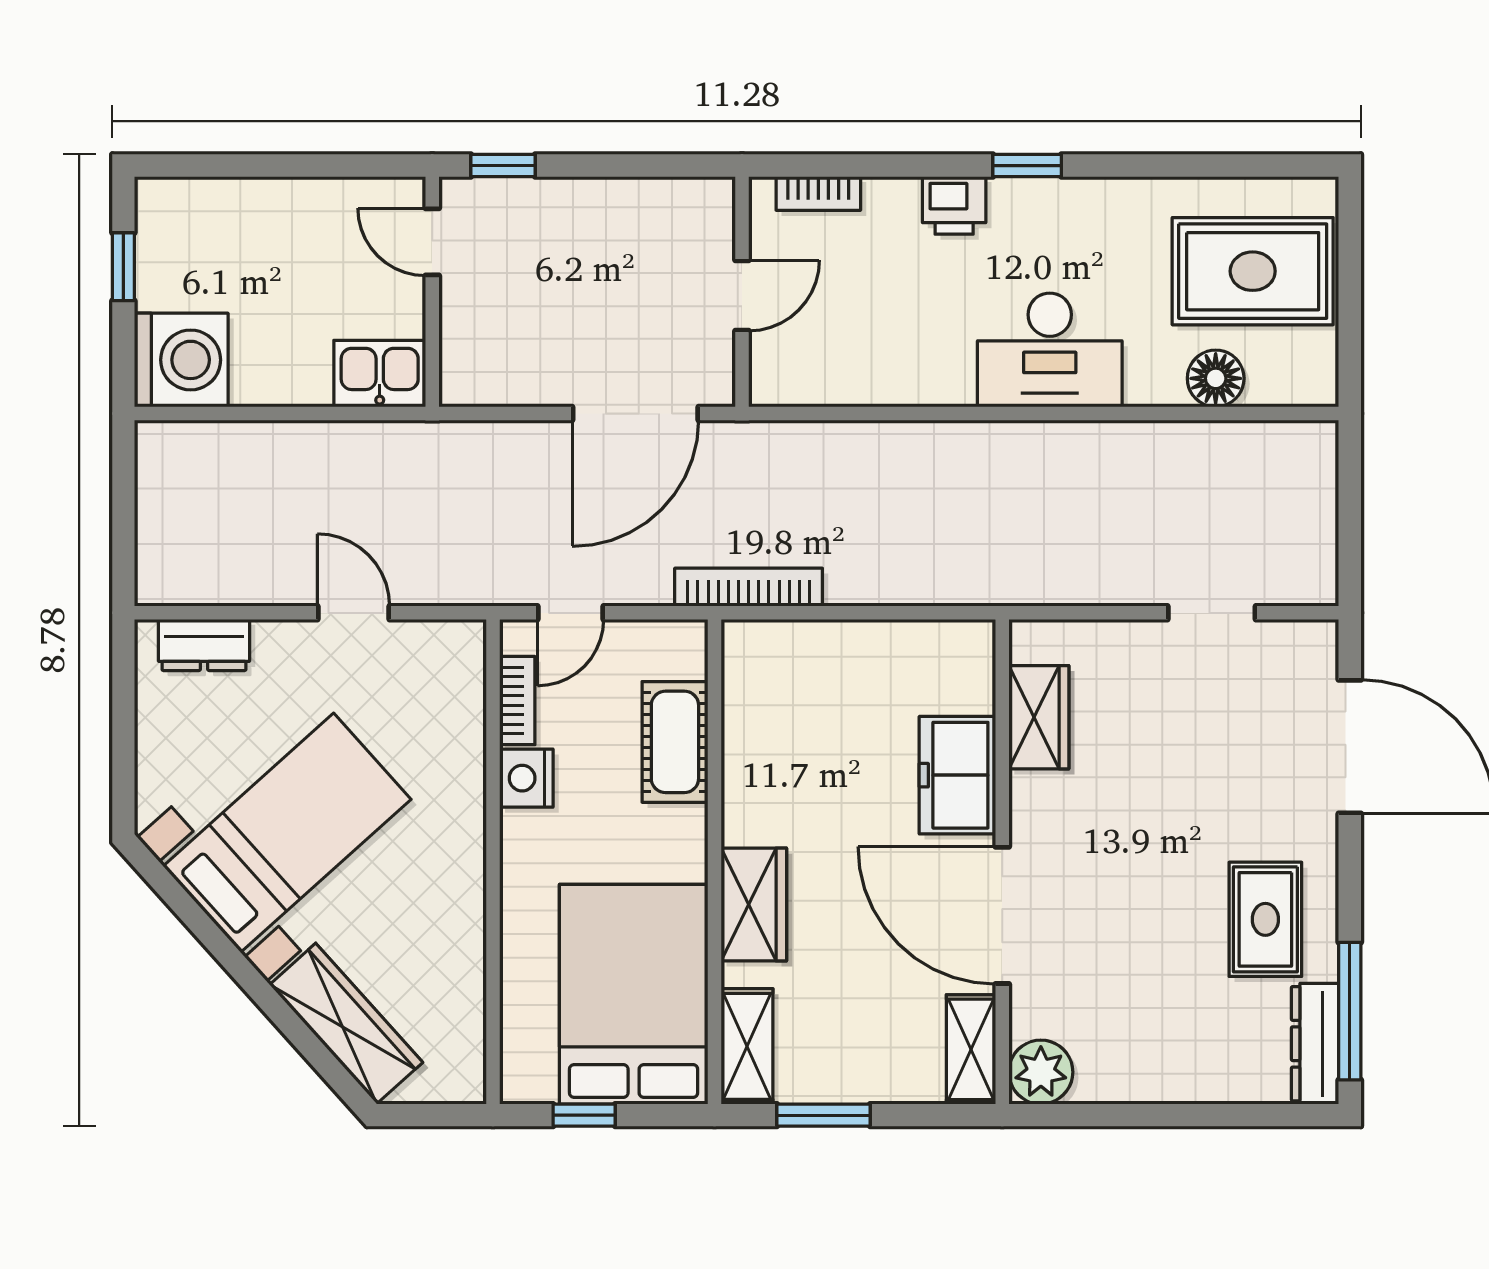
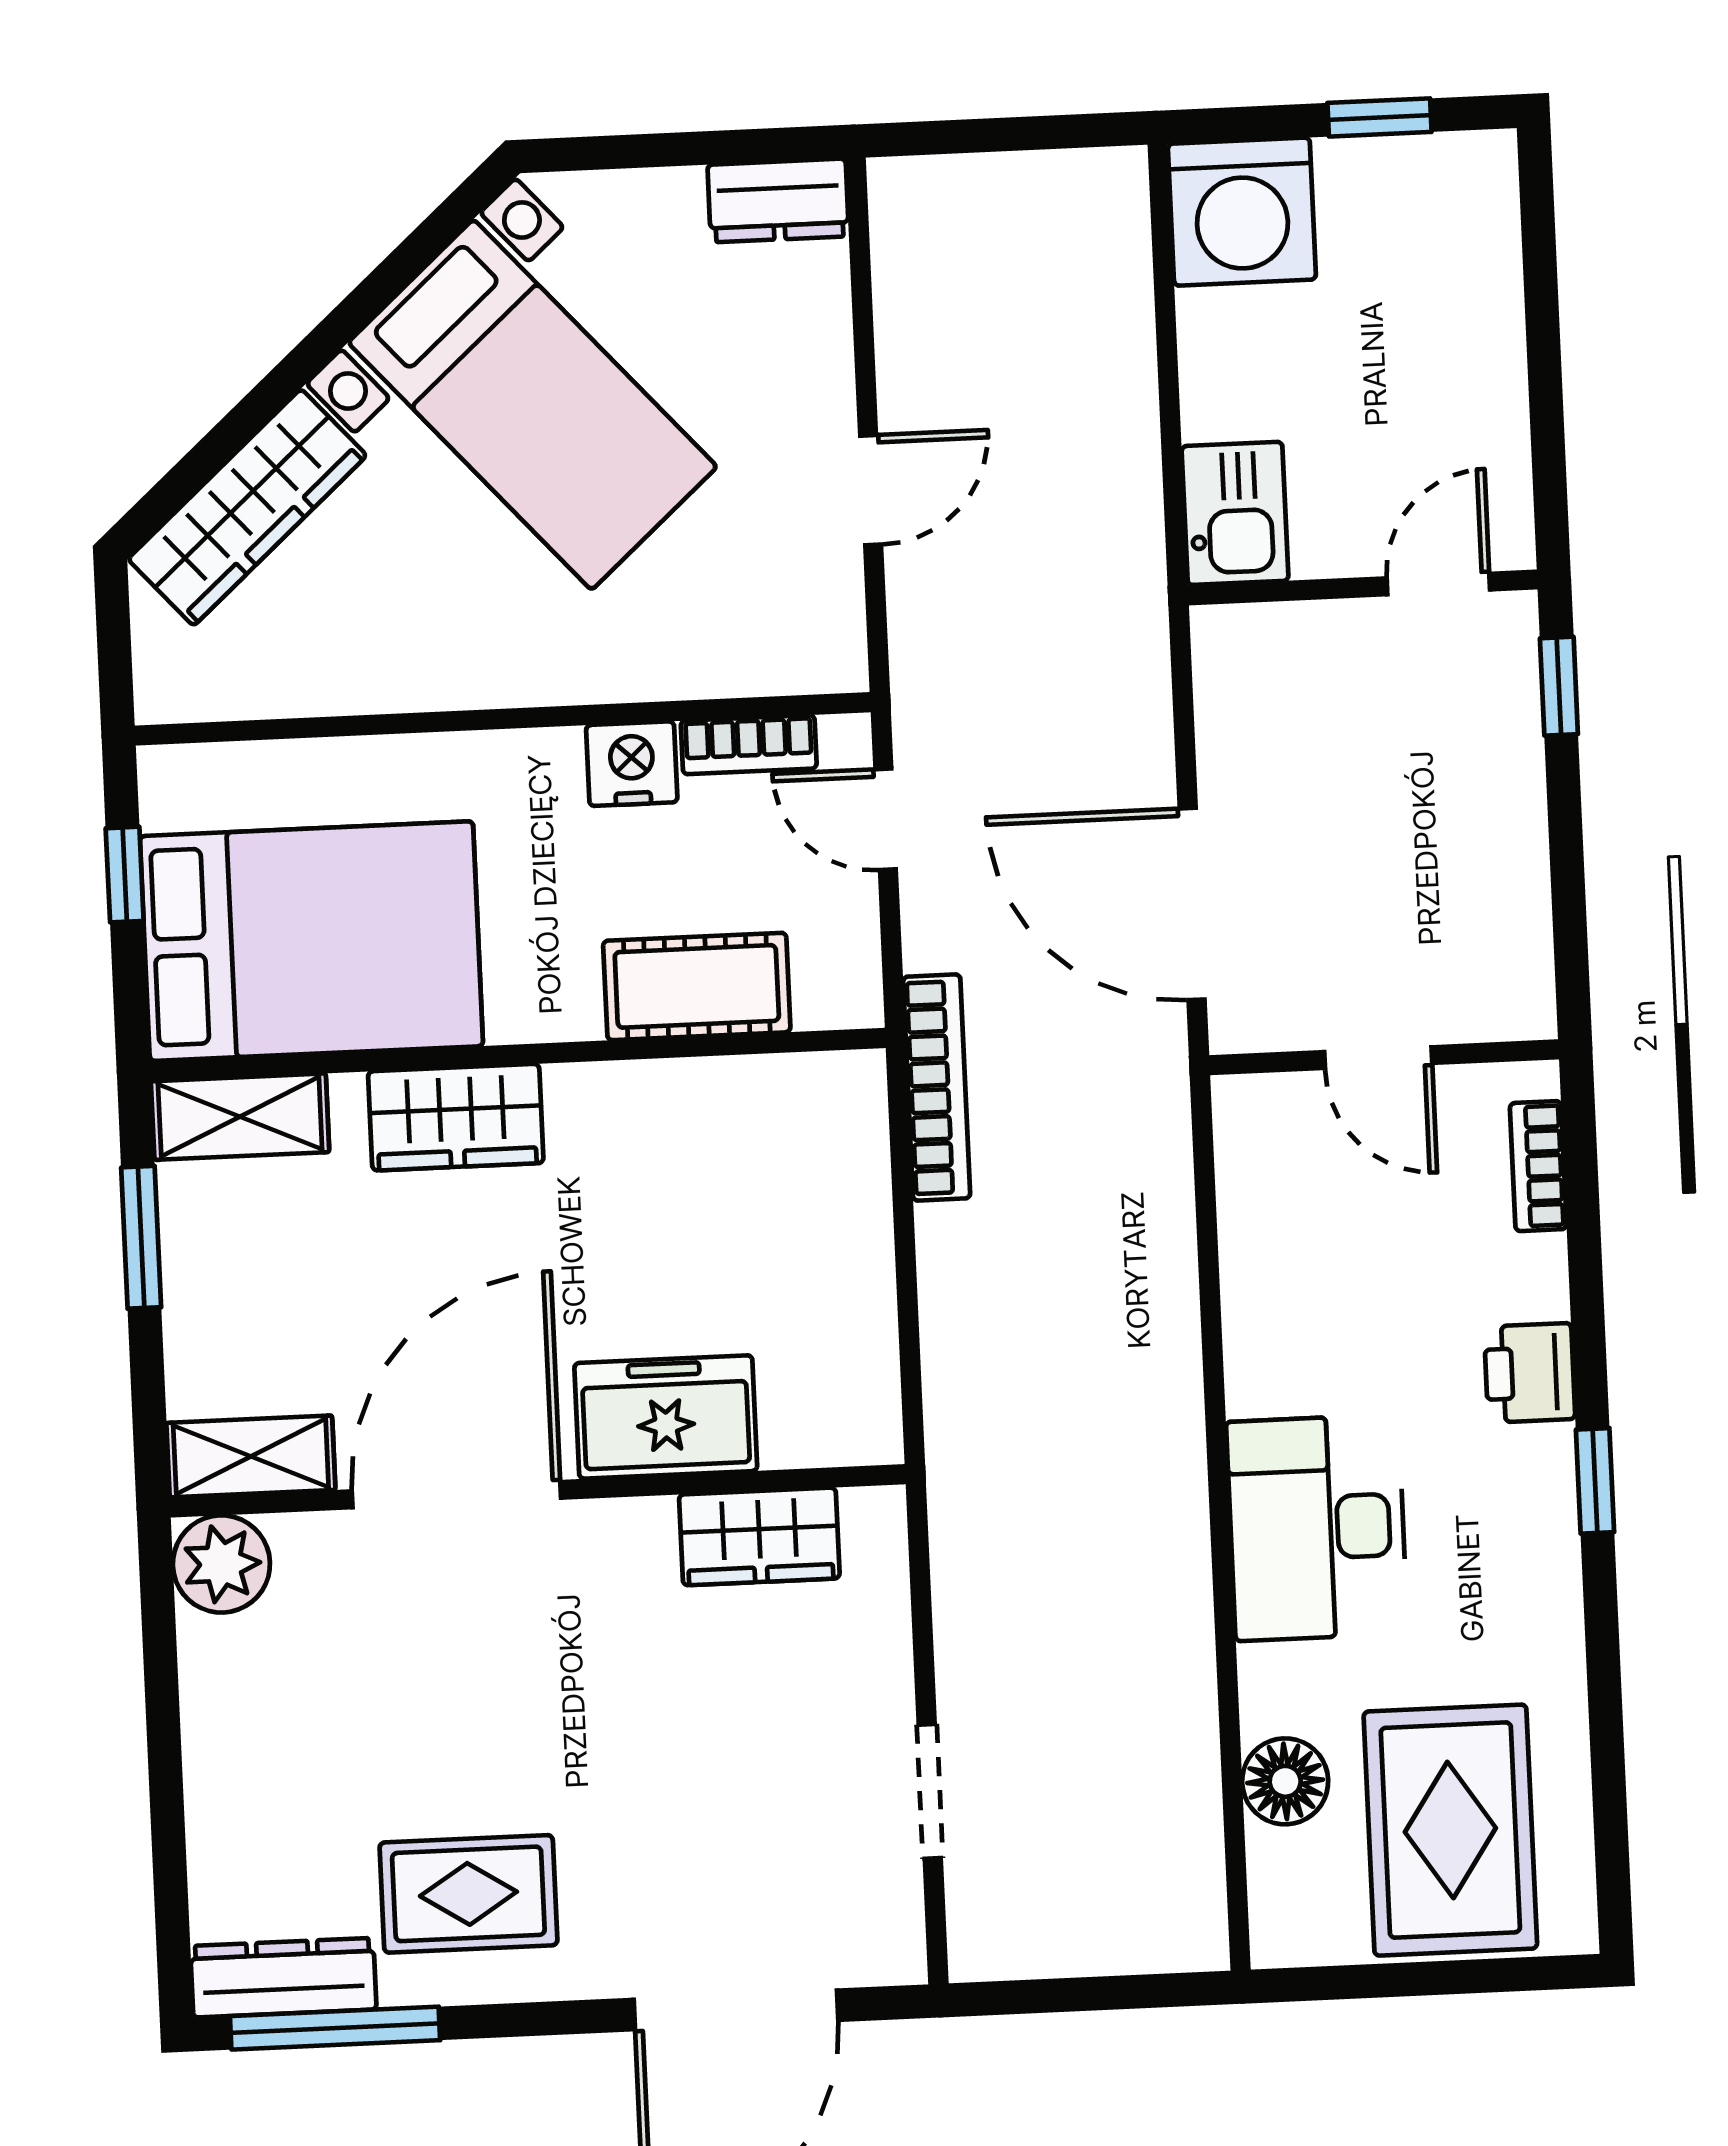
dresser: (204, 645) -> (778, 201), moved, turned -90

